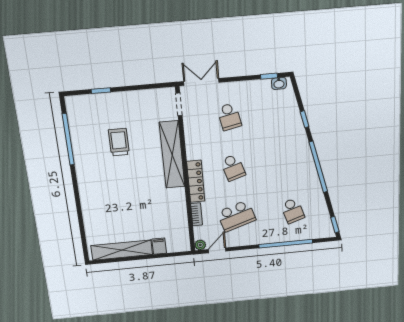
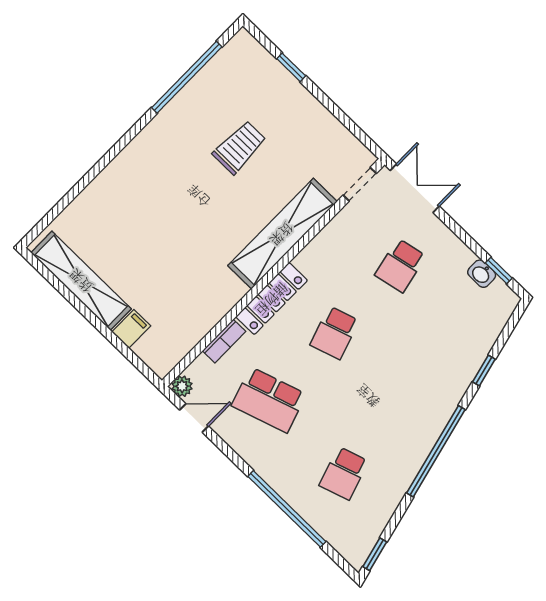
washbasin: (279, 83) -> (482, 274), moved

